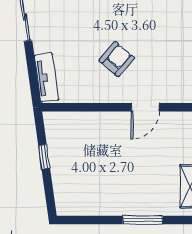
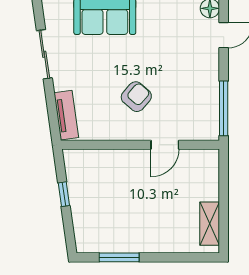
window: (143, 220) -> (119, 257), moved

